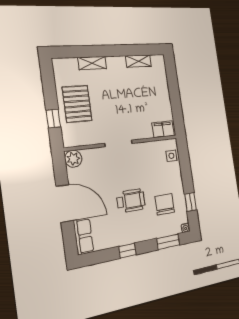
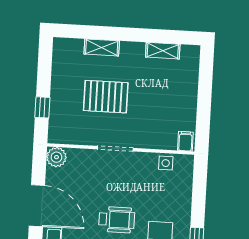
pallet: (77, 104) -> (106, 97), moved, turned 90
filing cabinet: (163, 129) -> (185, 141), width x0.50
side table: (171, 156) -> (166, 163), moved

